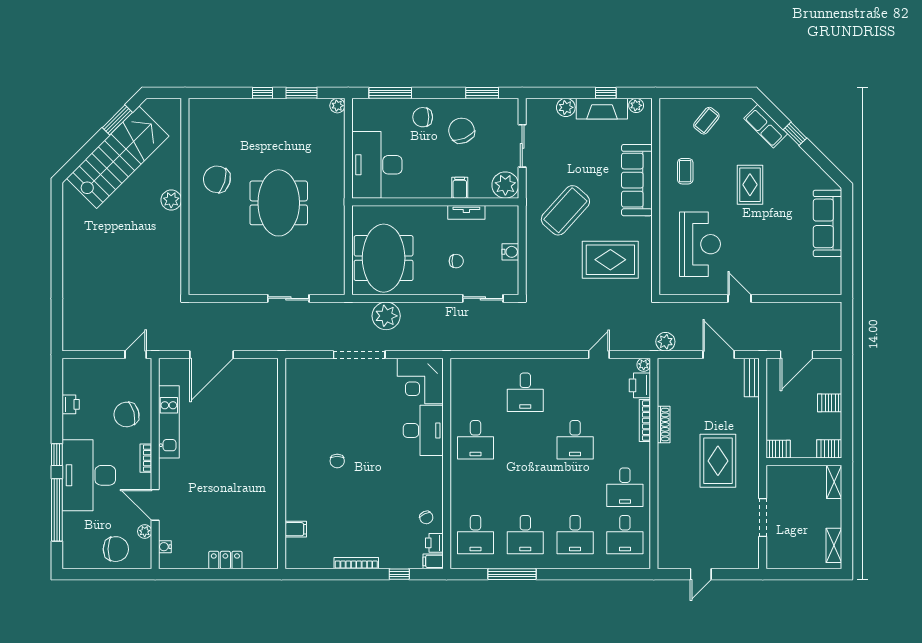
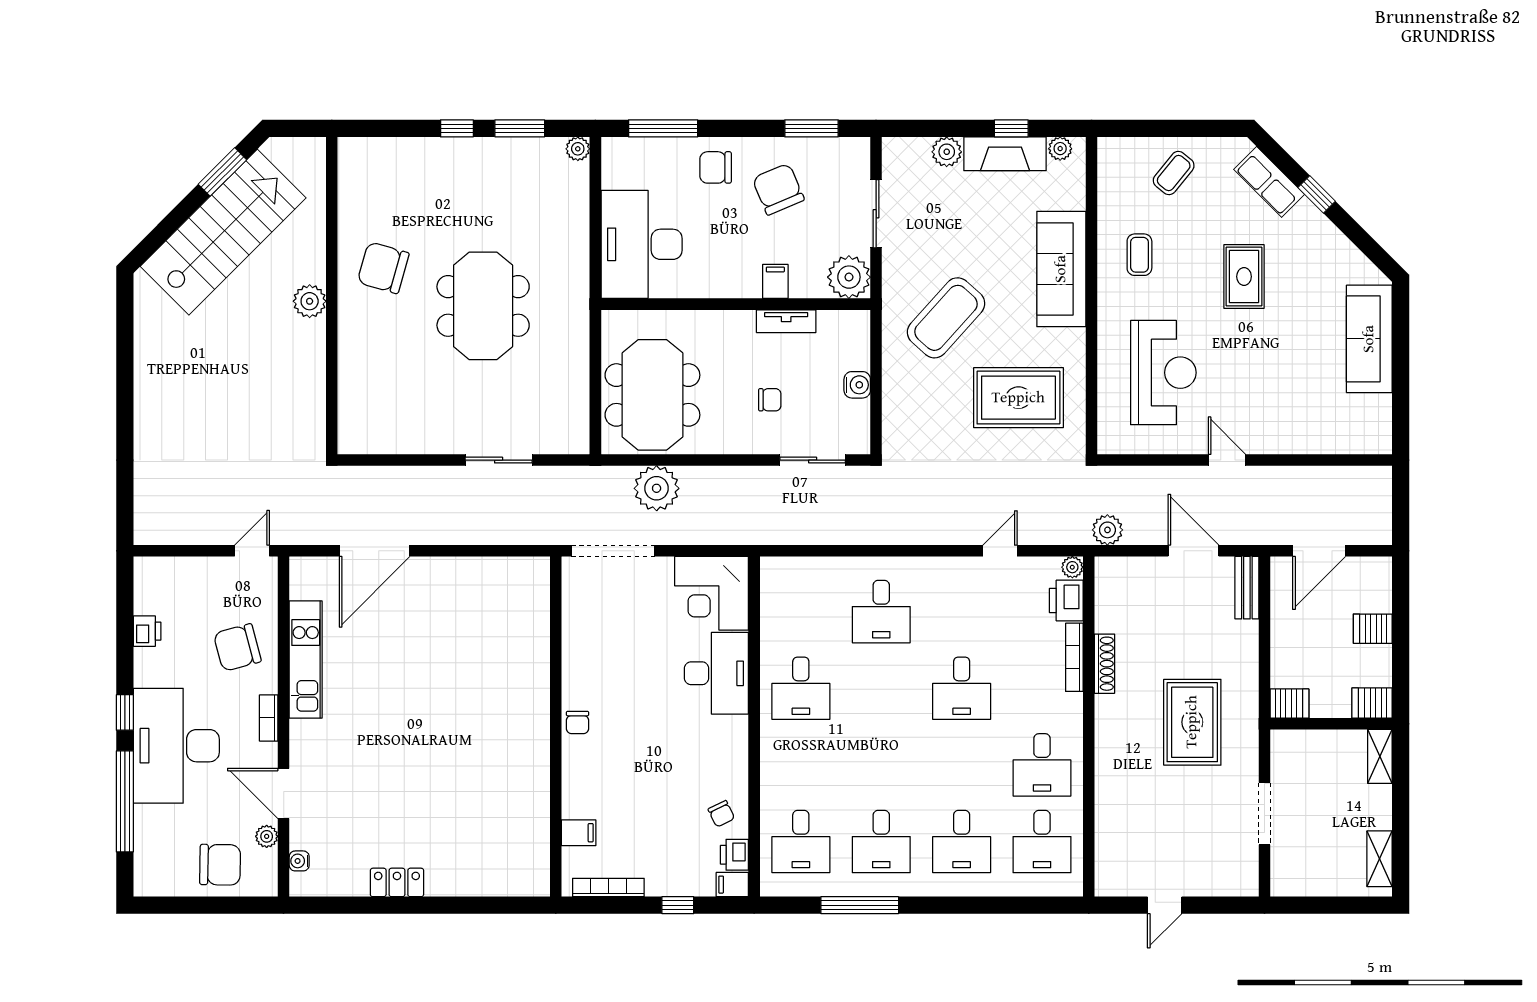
wall: (282, 463) -> (556, 727), moved
filing cabinet: (296, 529) -> (579, 833), moved

